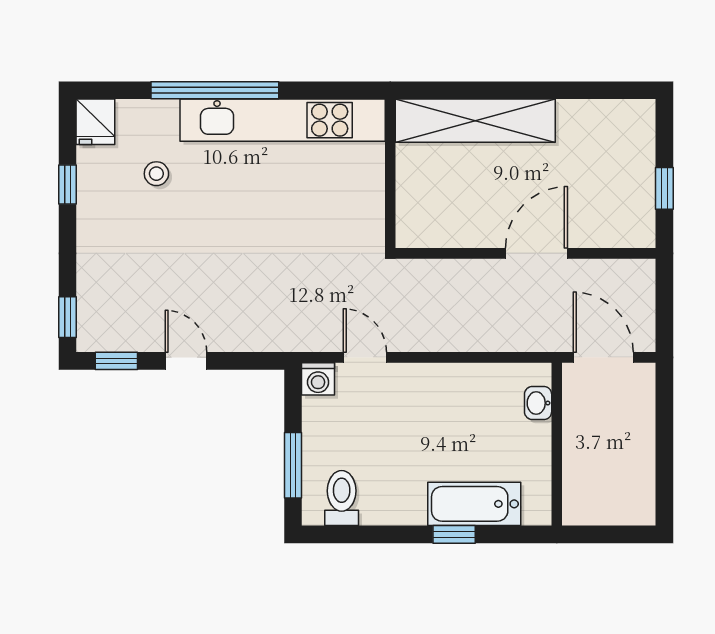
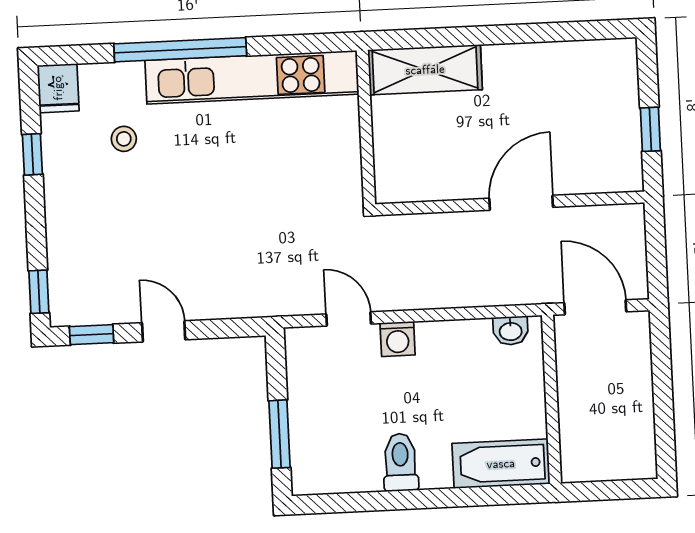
shelving: (475, 121) -> (425, 70), width x0.68
washing machine: (318, 379) -> (398, 339), moved
washbasin: (538, 403) -> (511, 331), moved, turned -90
toilet: (342, 498) -> (400, 462), moved
bathtub: (474, 504) -> (501, 464), moved
window: (454, 534) -> (450, 498), removed

